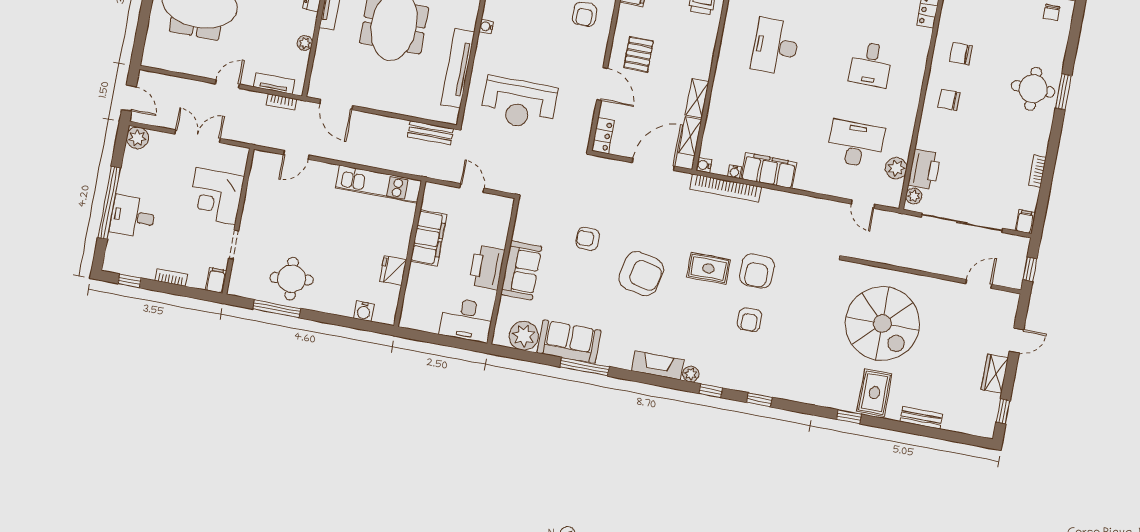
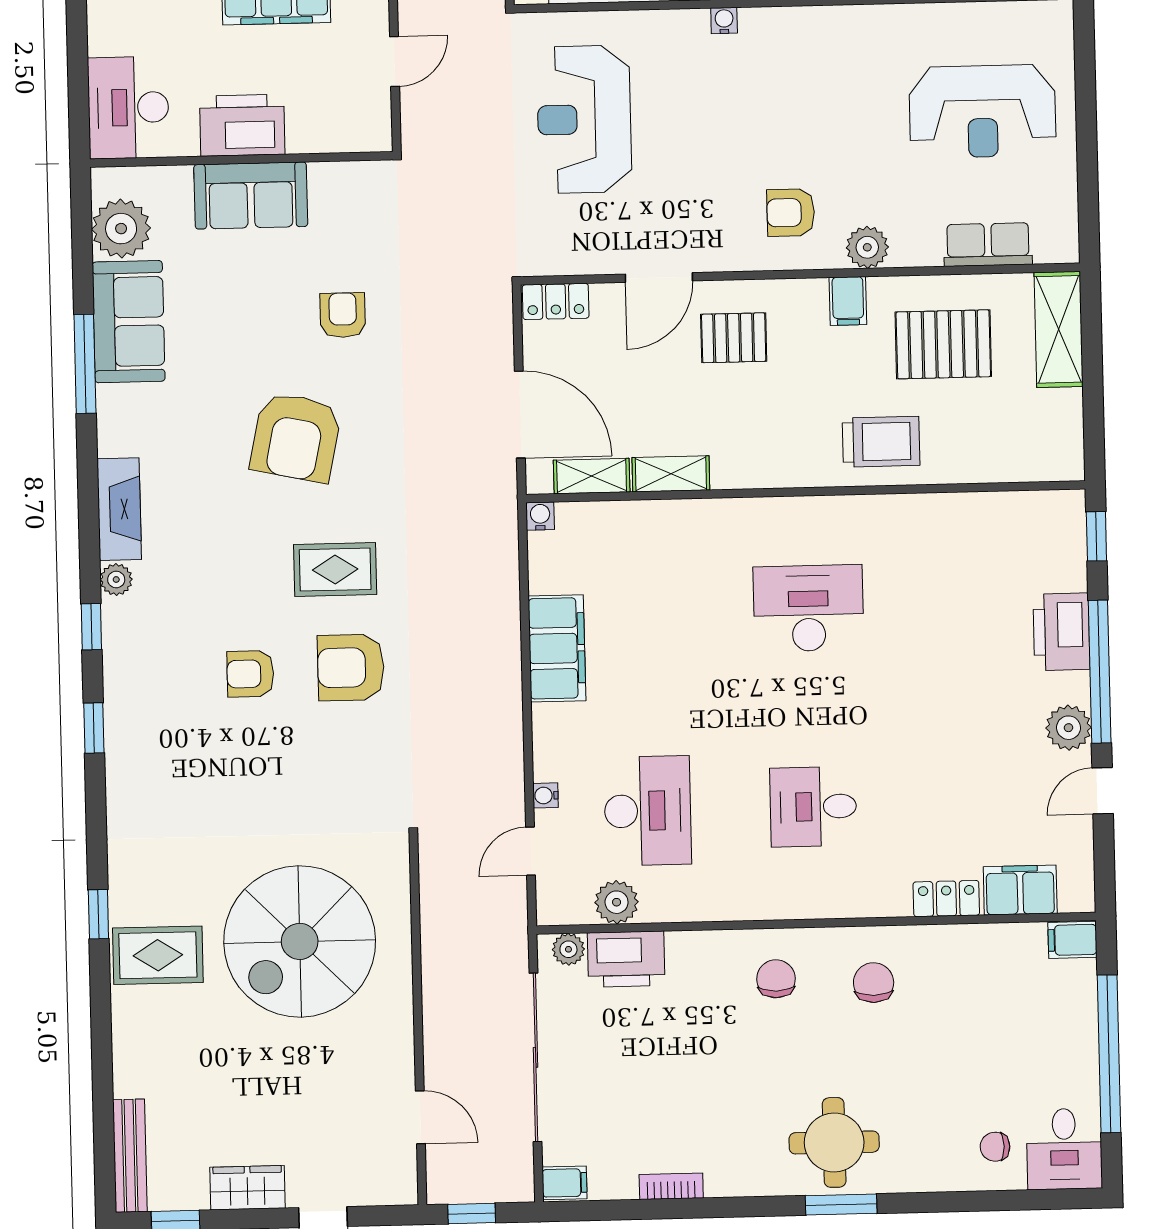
water cooler: (734, 172) -> (545, 795), moved
bookcase: (725, 188) -> (503, 569), removed
rug: (708, 268) -> (335, 570), turned 90
bench: (921, 418) -> (130, 1156), moved, width x1.36

